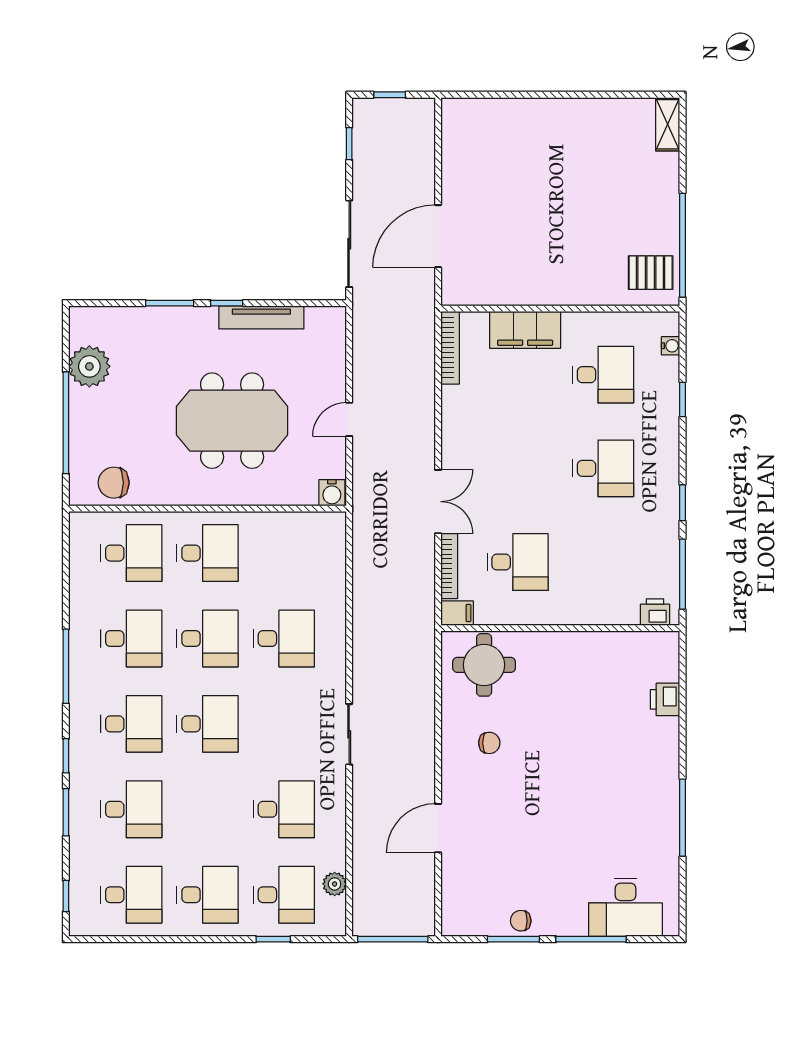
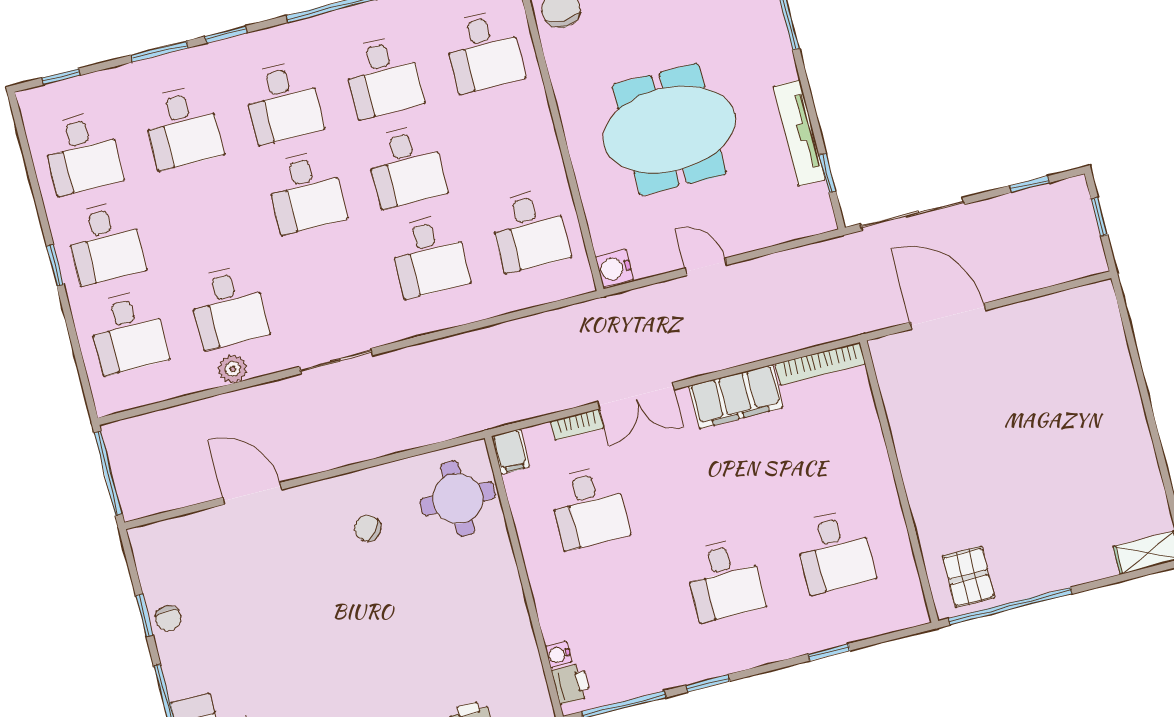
window: (227, 303) -> (827, 173), moved
filing cabinet: (525, 330) -> (736, 397), moved, turned -90
water cooler: (671, 346) -> (558, 654), moved, turned 90
meeting table: (232, 421) -> (669, 129), turned 90
desk: (208, 553) -> (529, 230), moved
bookcase: (449, 566) -> (577, 425), width x0.64
chair: (489, 743) -> (368, 528), turned 126
plant: (335, 884) -> (233, 369), moved
chair: (521, 921) -> (168, 618), turned 180
window: (273, 939) -> (55, 265), moved
window: (513, 939) -> (144, 615), width x0.67

